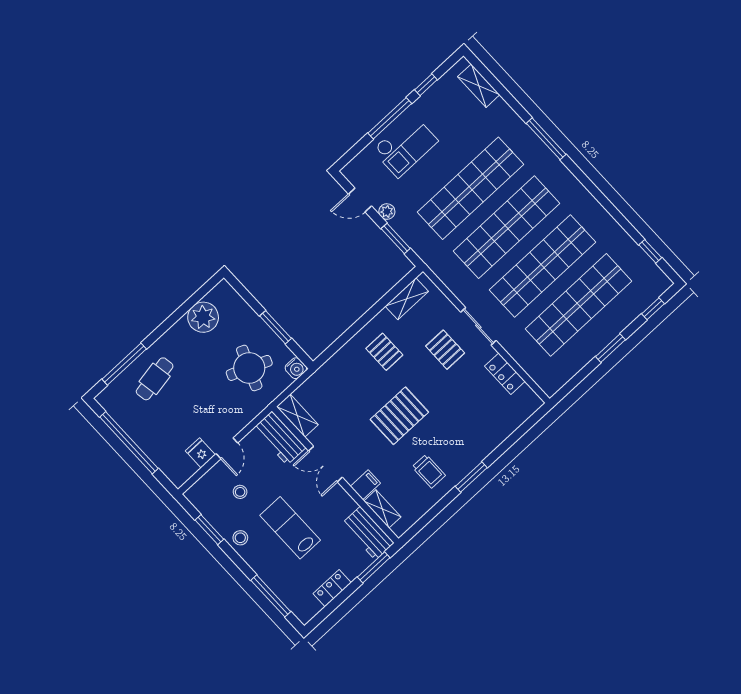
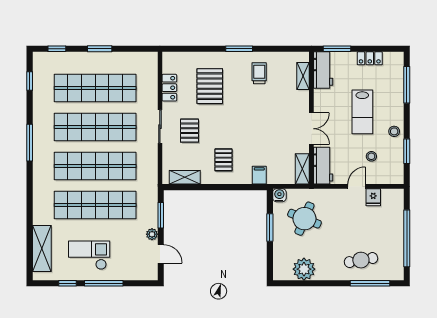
shelving: (479, 86) -> (42, 249), width x1.50, depth x1.33
window: (546, 139) -> (30, 143), moved
checkout: (405, 146) -> (89, 255), moved
pallet: (399, 416) -> (210, 86), moved, turned 90
filing cabinet: (365, 485) -> (259, 175), moved, turned 90

